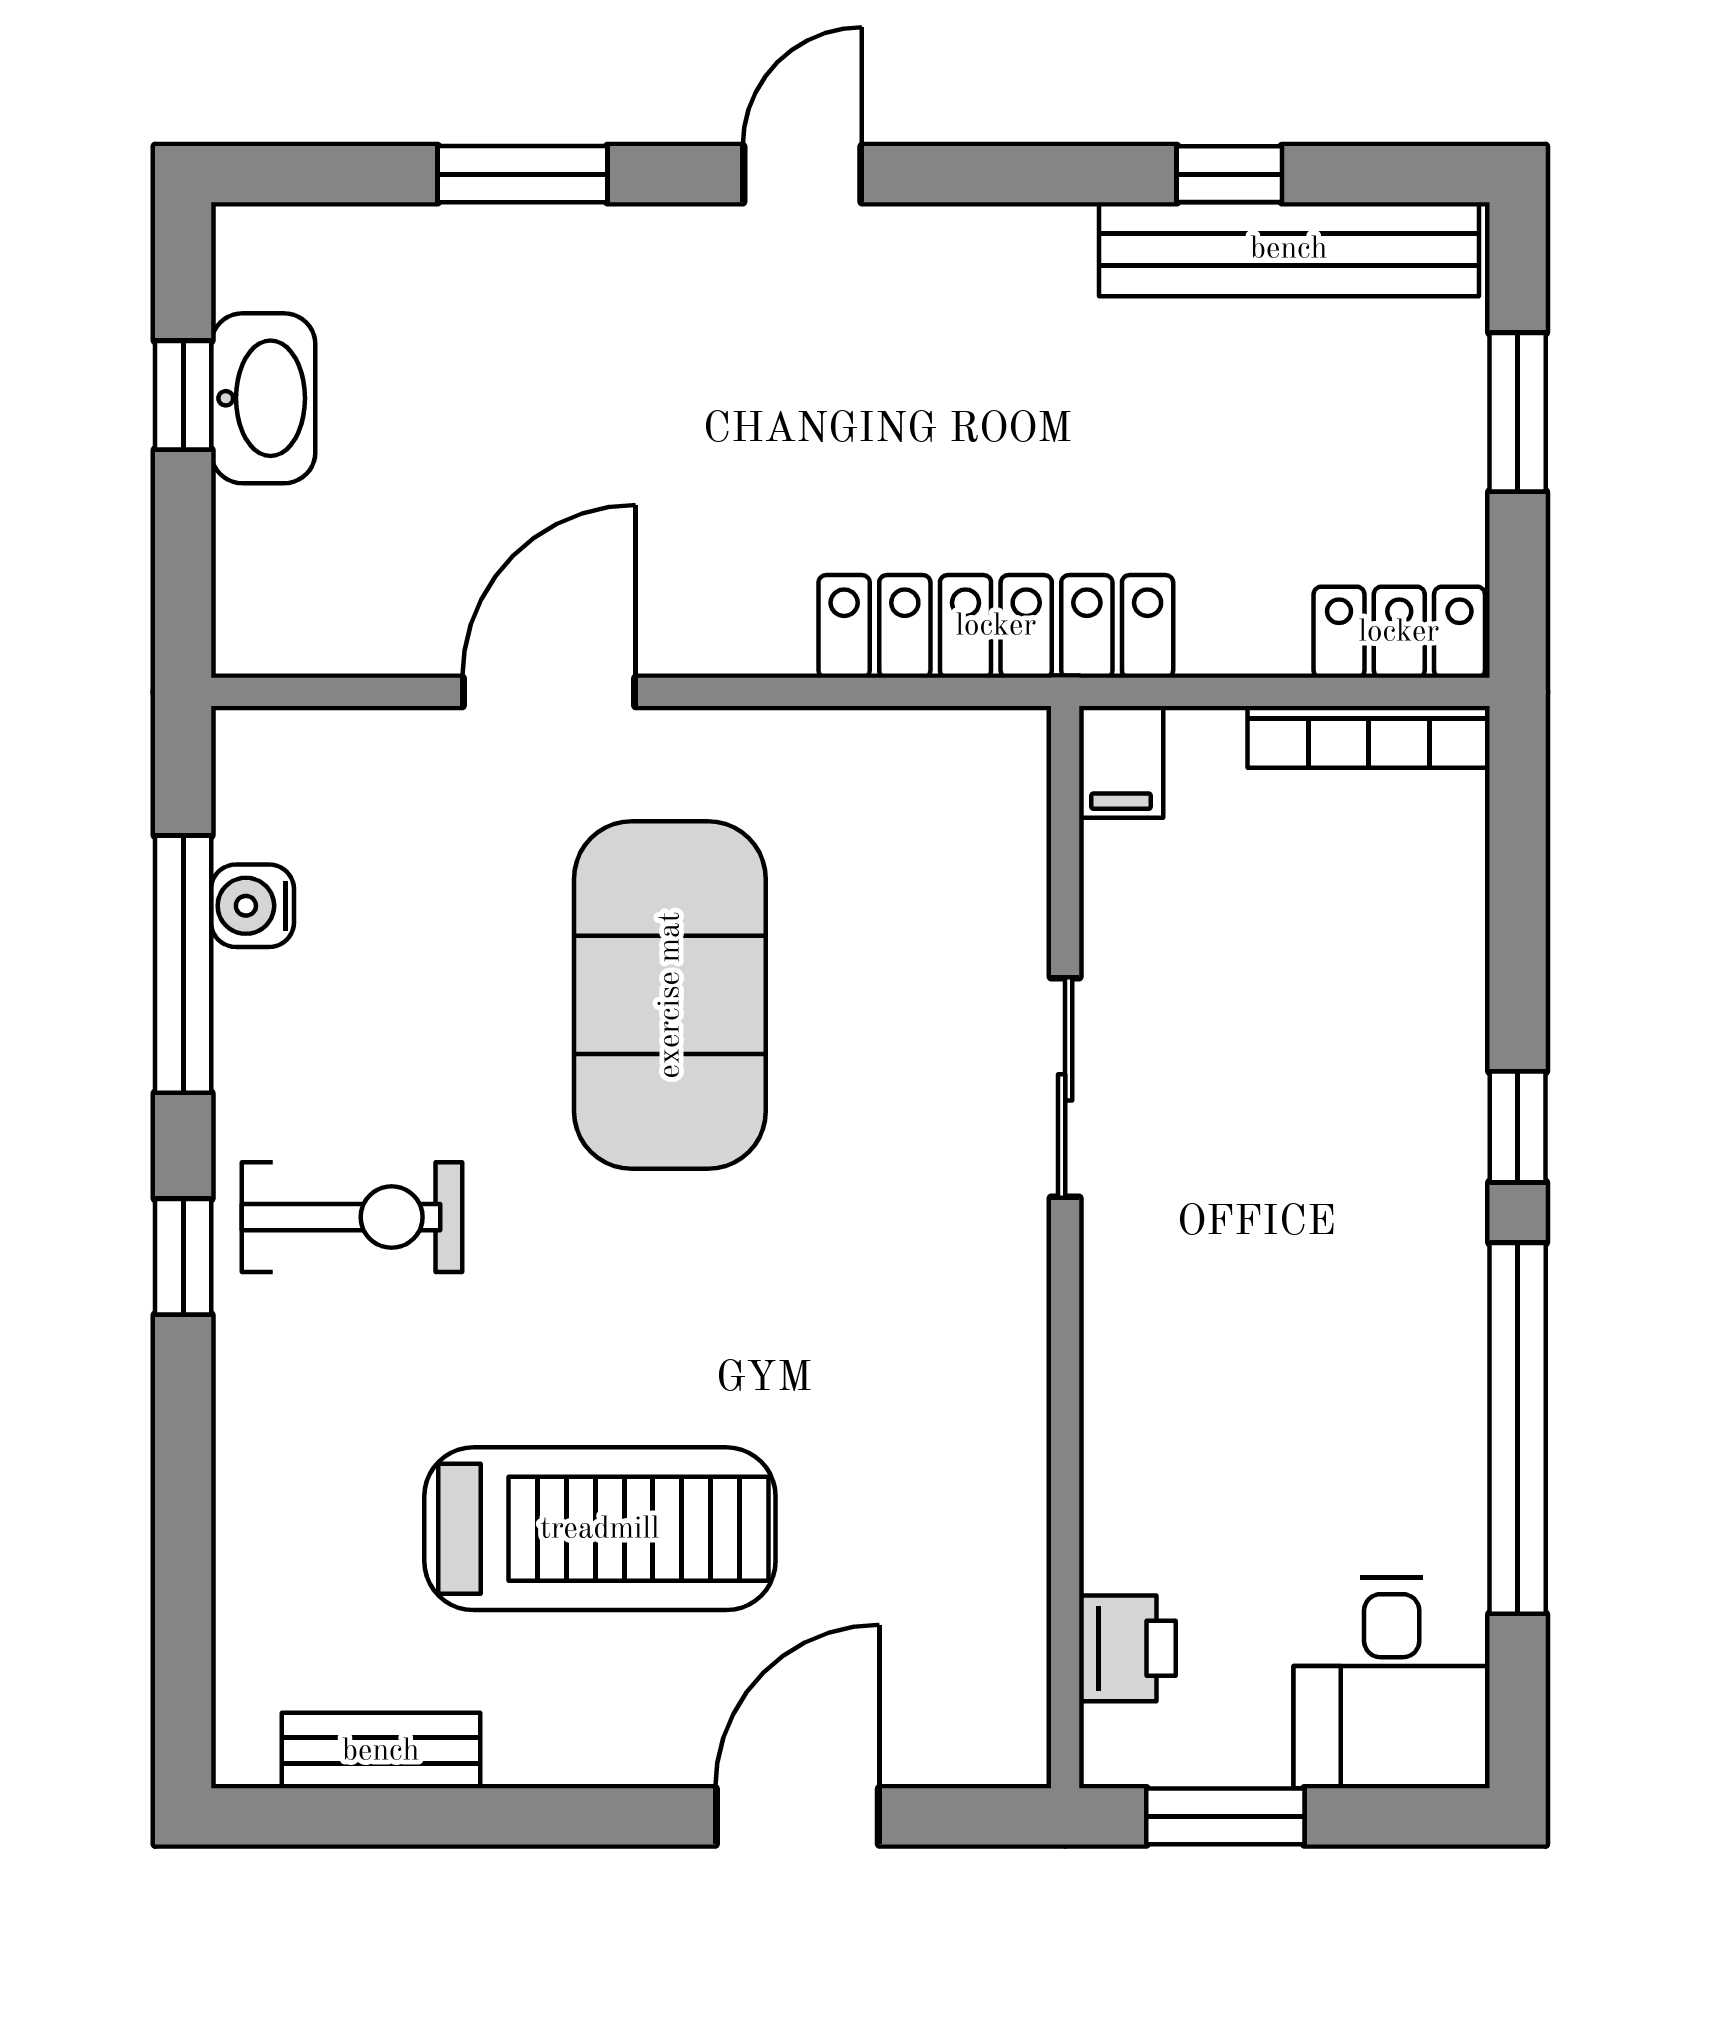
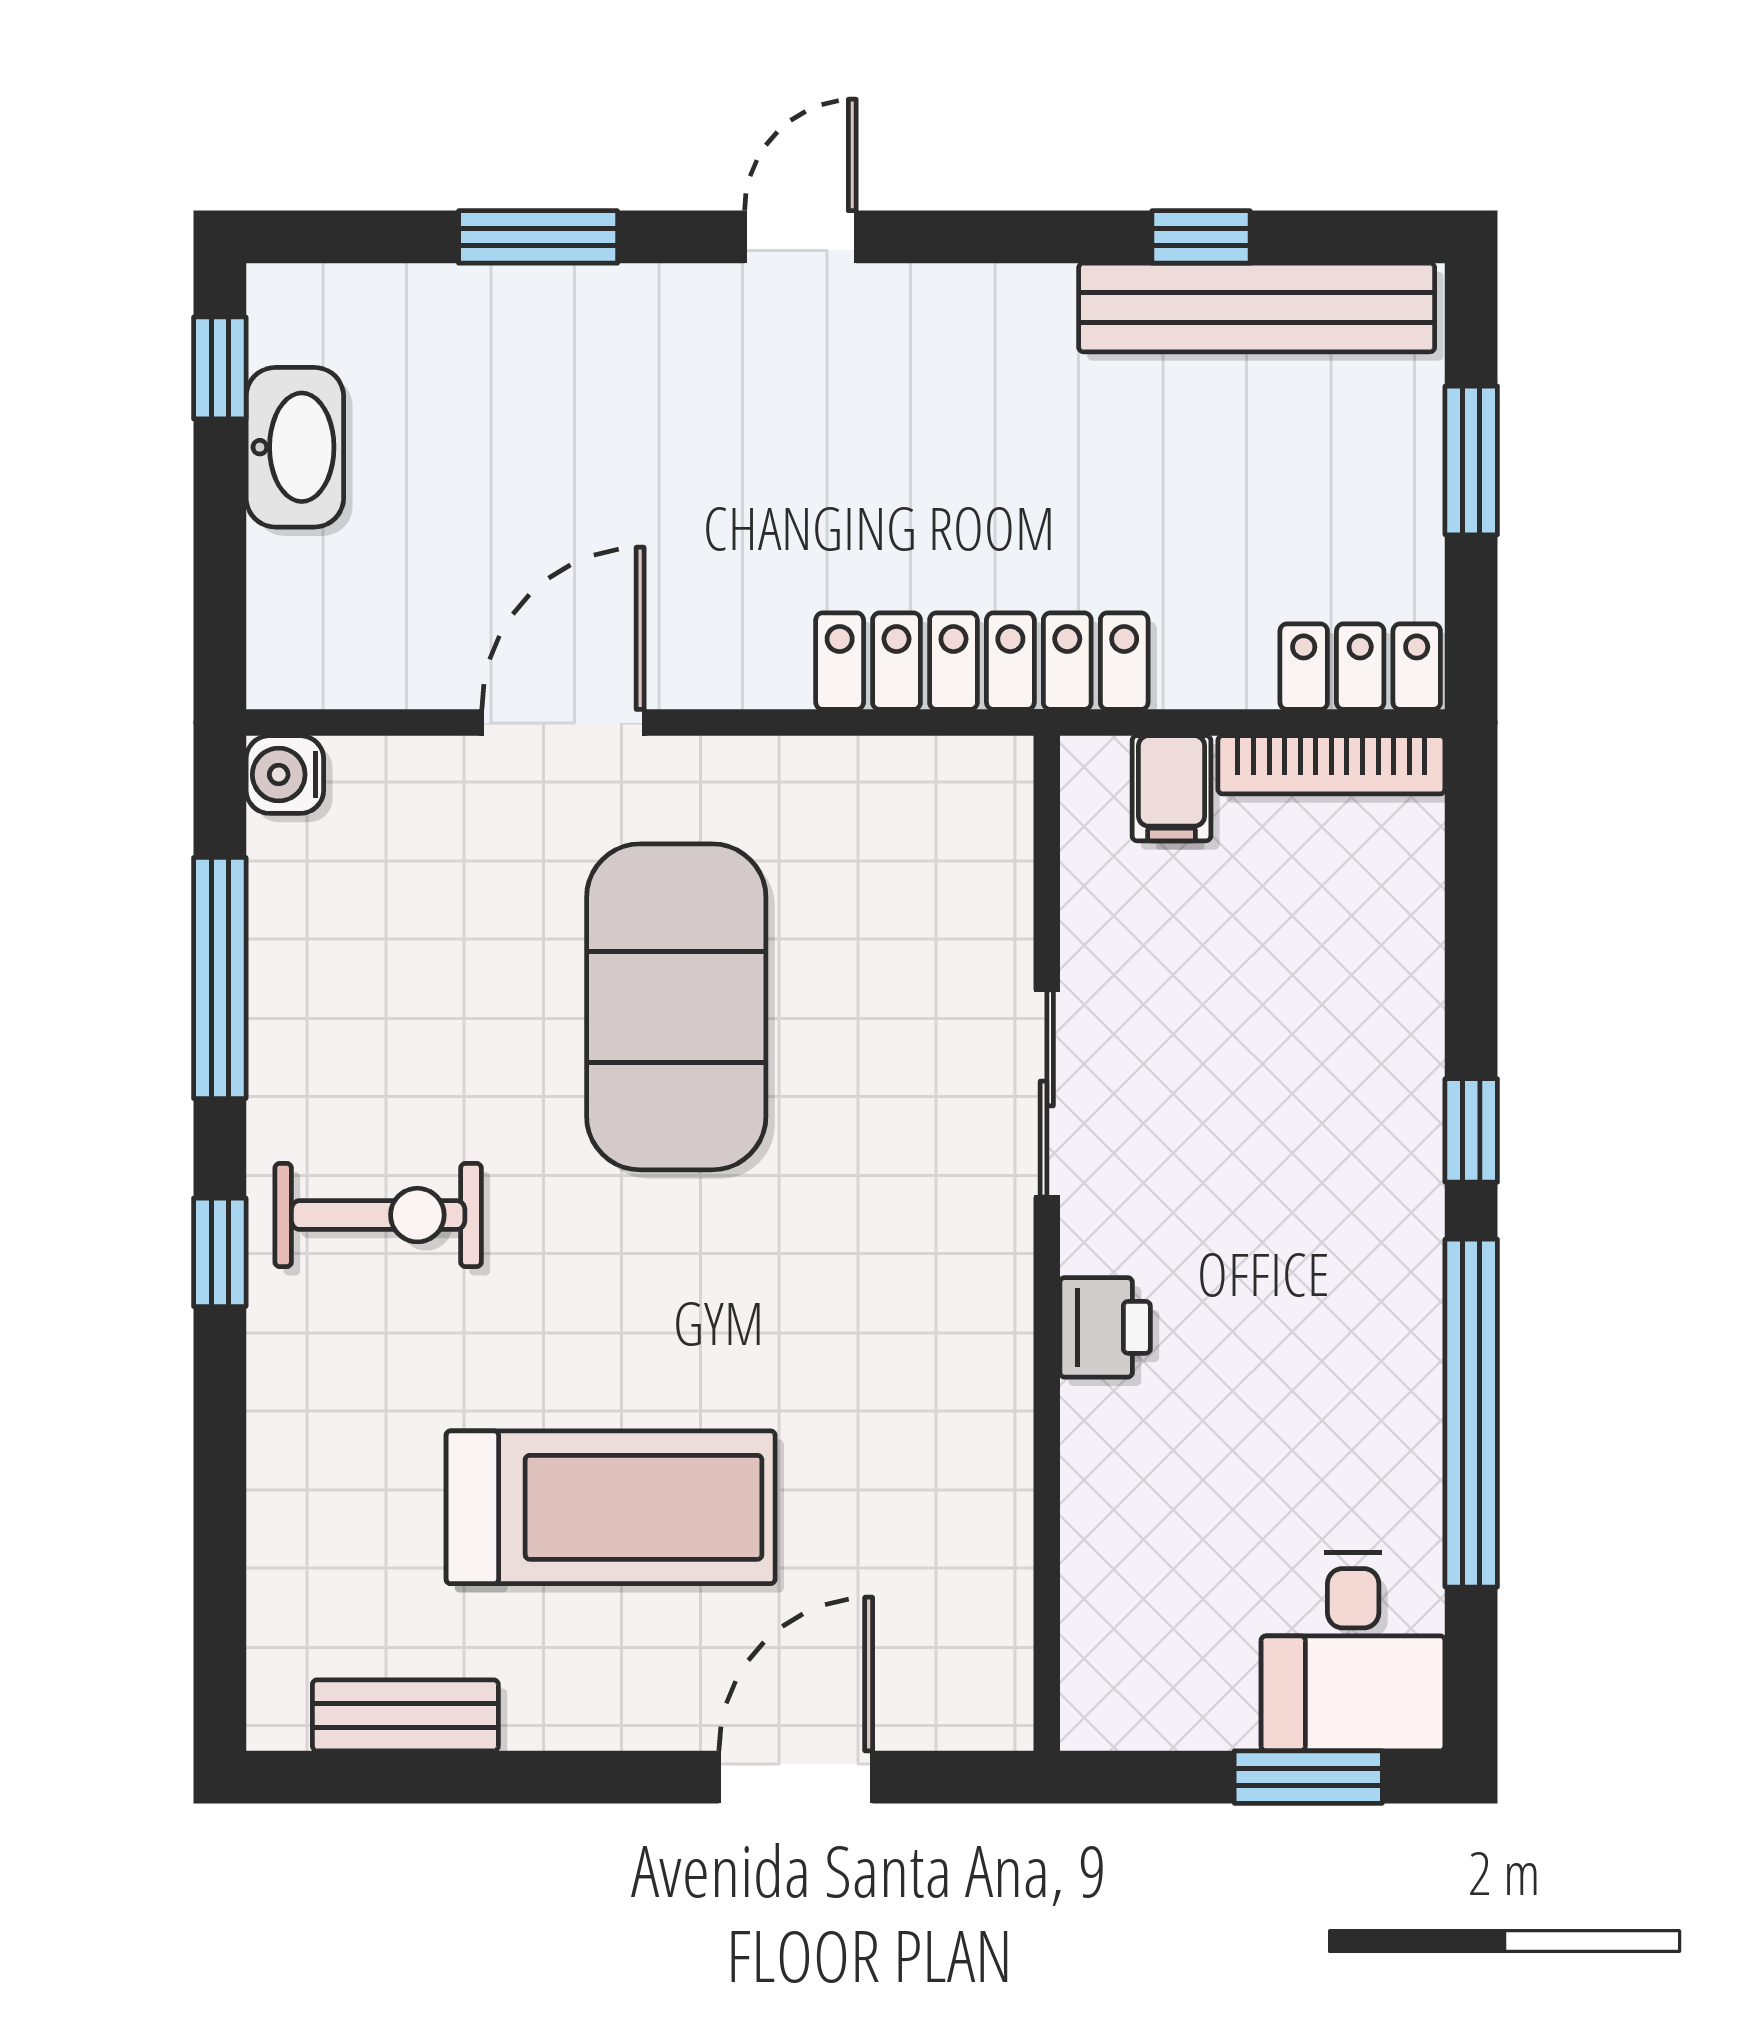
window: (183, 395) -> (220, 368), moved
filing cabinet: (1121, 762) -> (1172, 788), moved
water cooler: (253, 906) -> (285, 775), moved
printer: (1127, 1648) -> (1105, 1327), moved
window: (1225, 1816) -> (1308, 1777), moved

